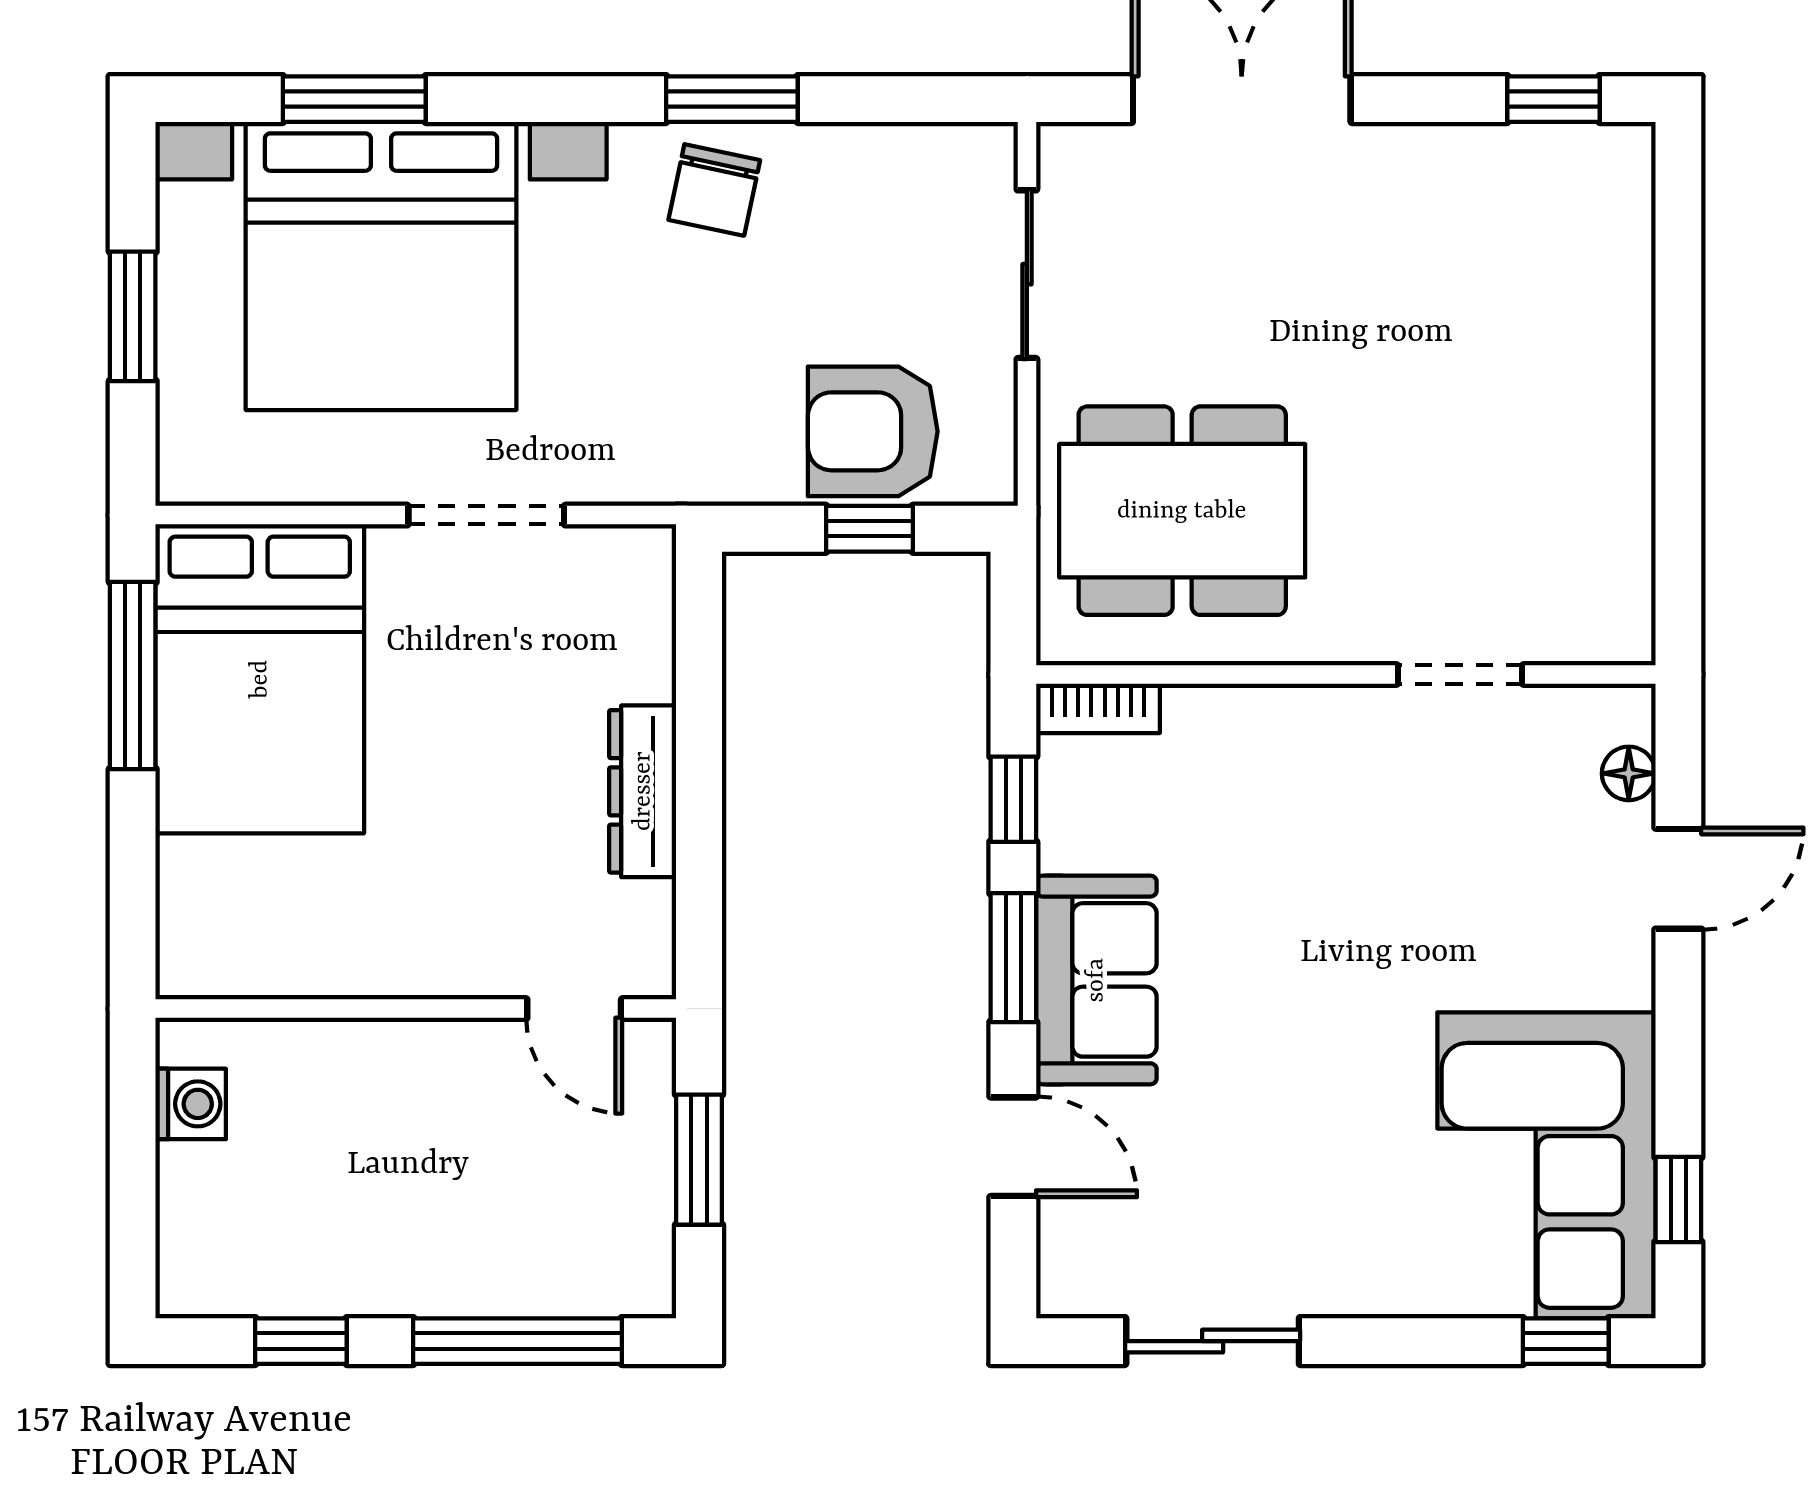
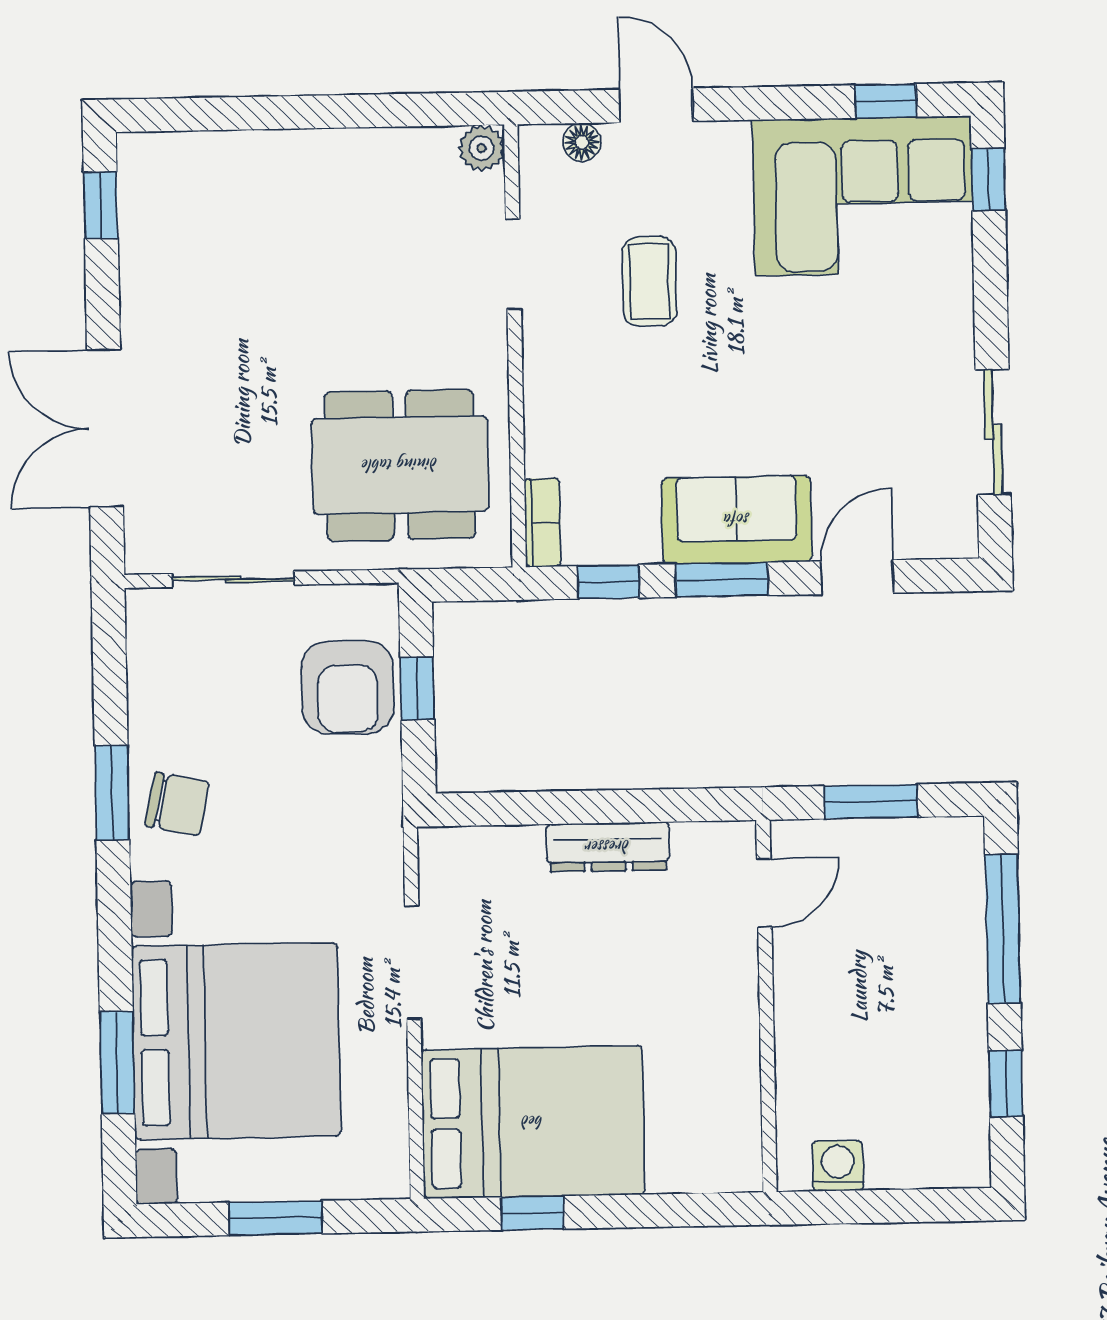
dining table: (1182, 511) -> (400, 465), turned 90
plant: (1623, 633) -> (482, 148), added
window: (133, 675) -> (532, 1213), width x0.46
coffee table: (1432, 864) -> (649, 281), added

